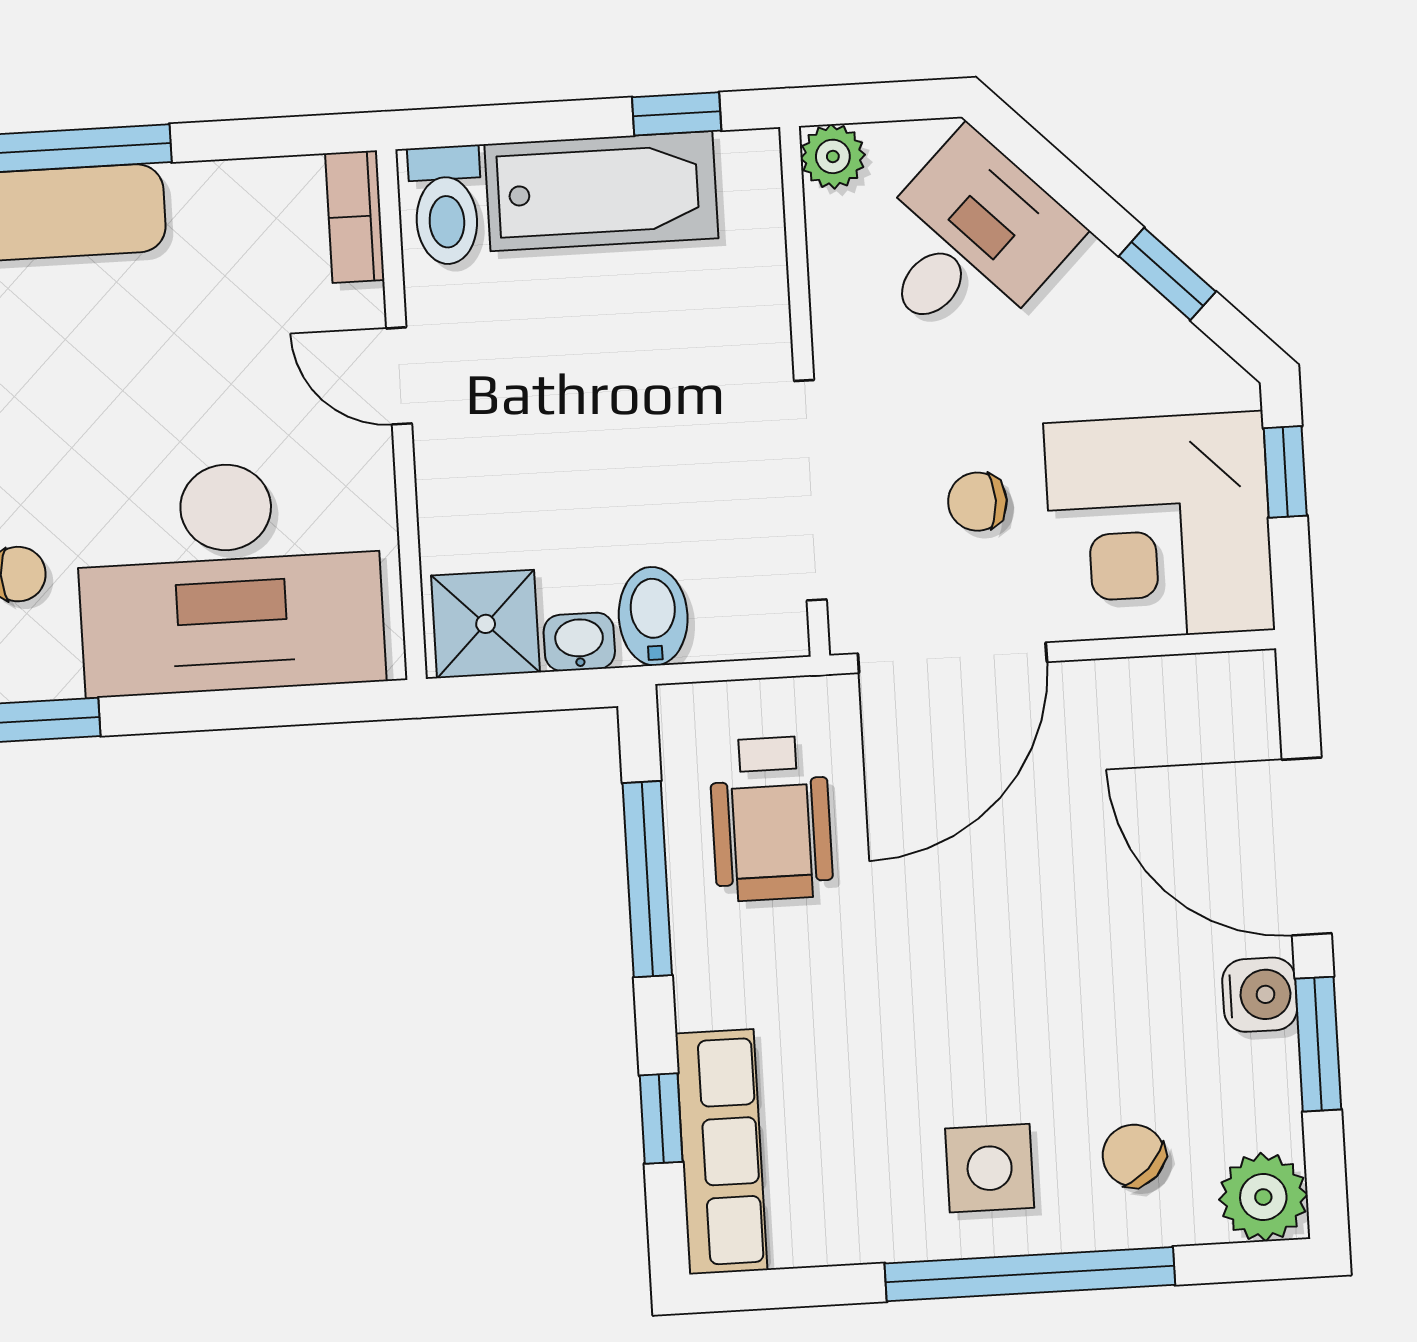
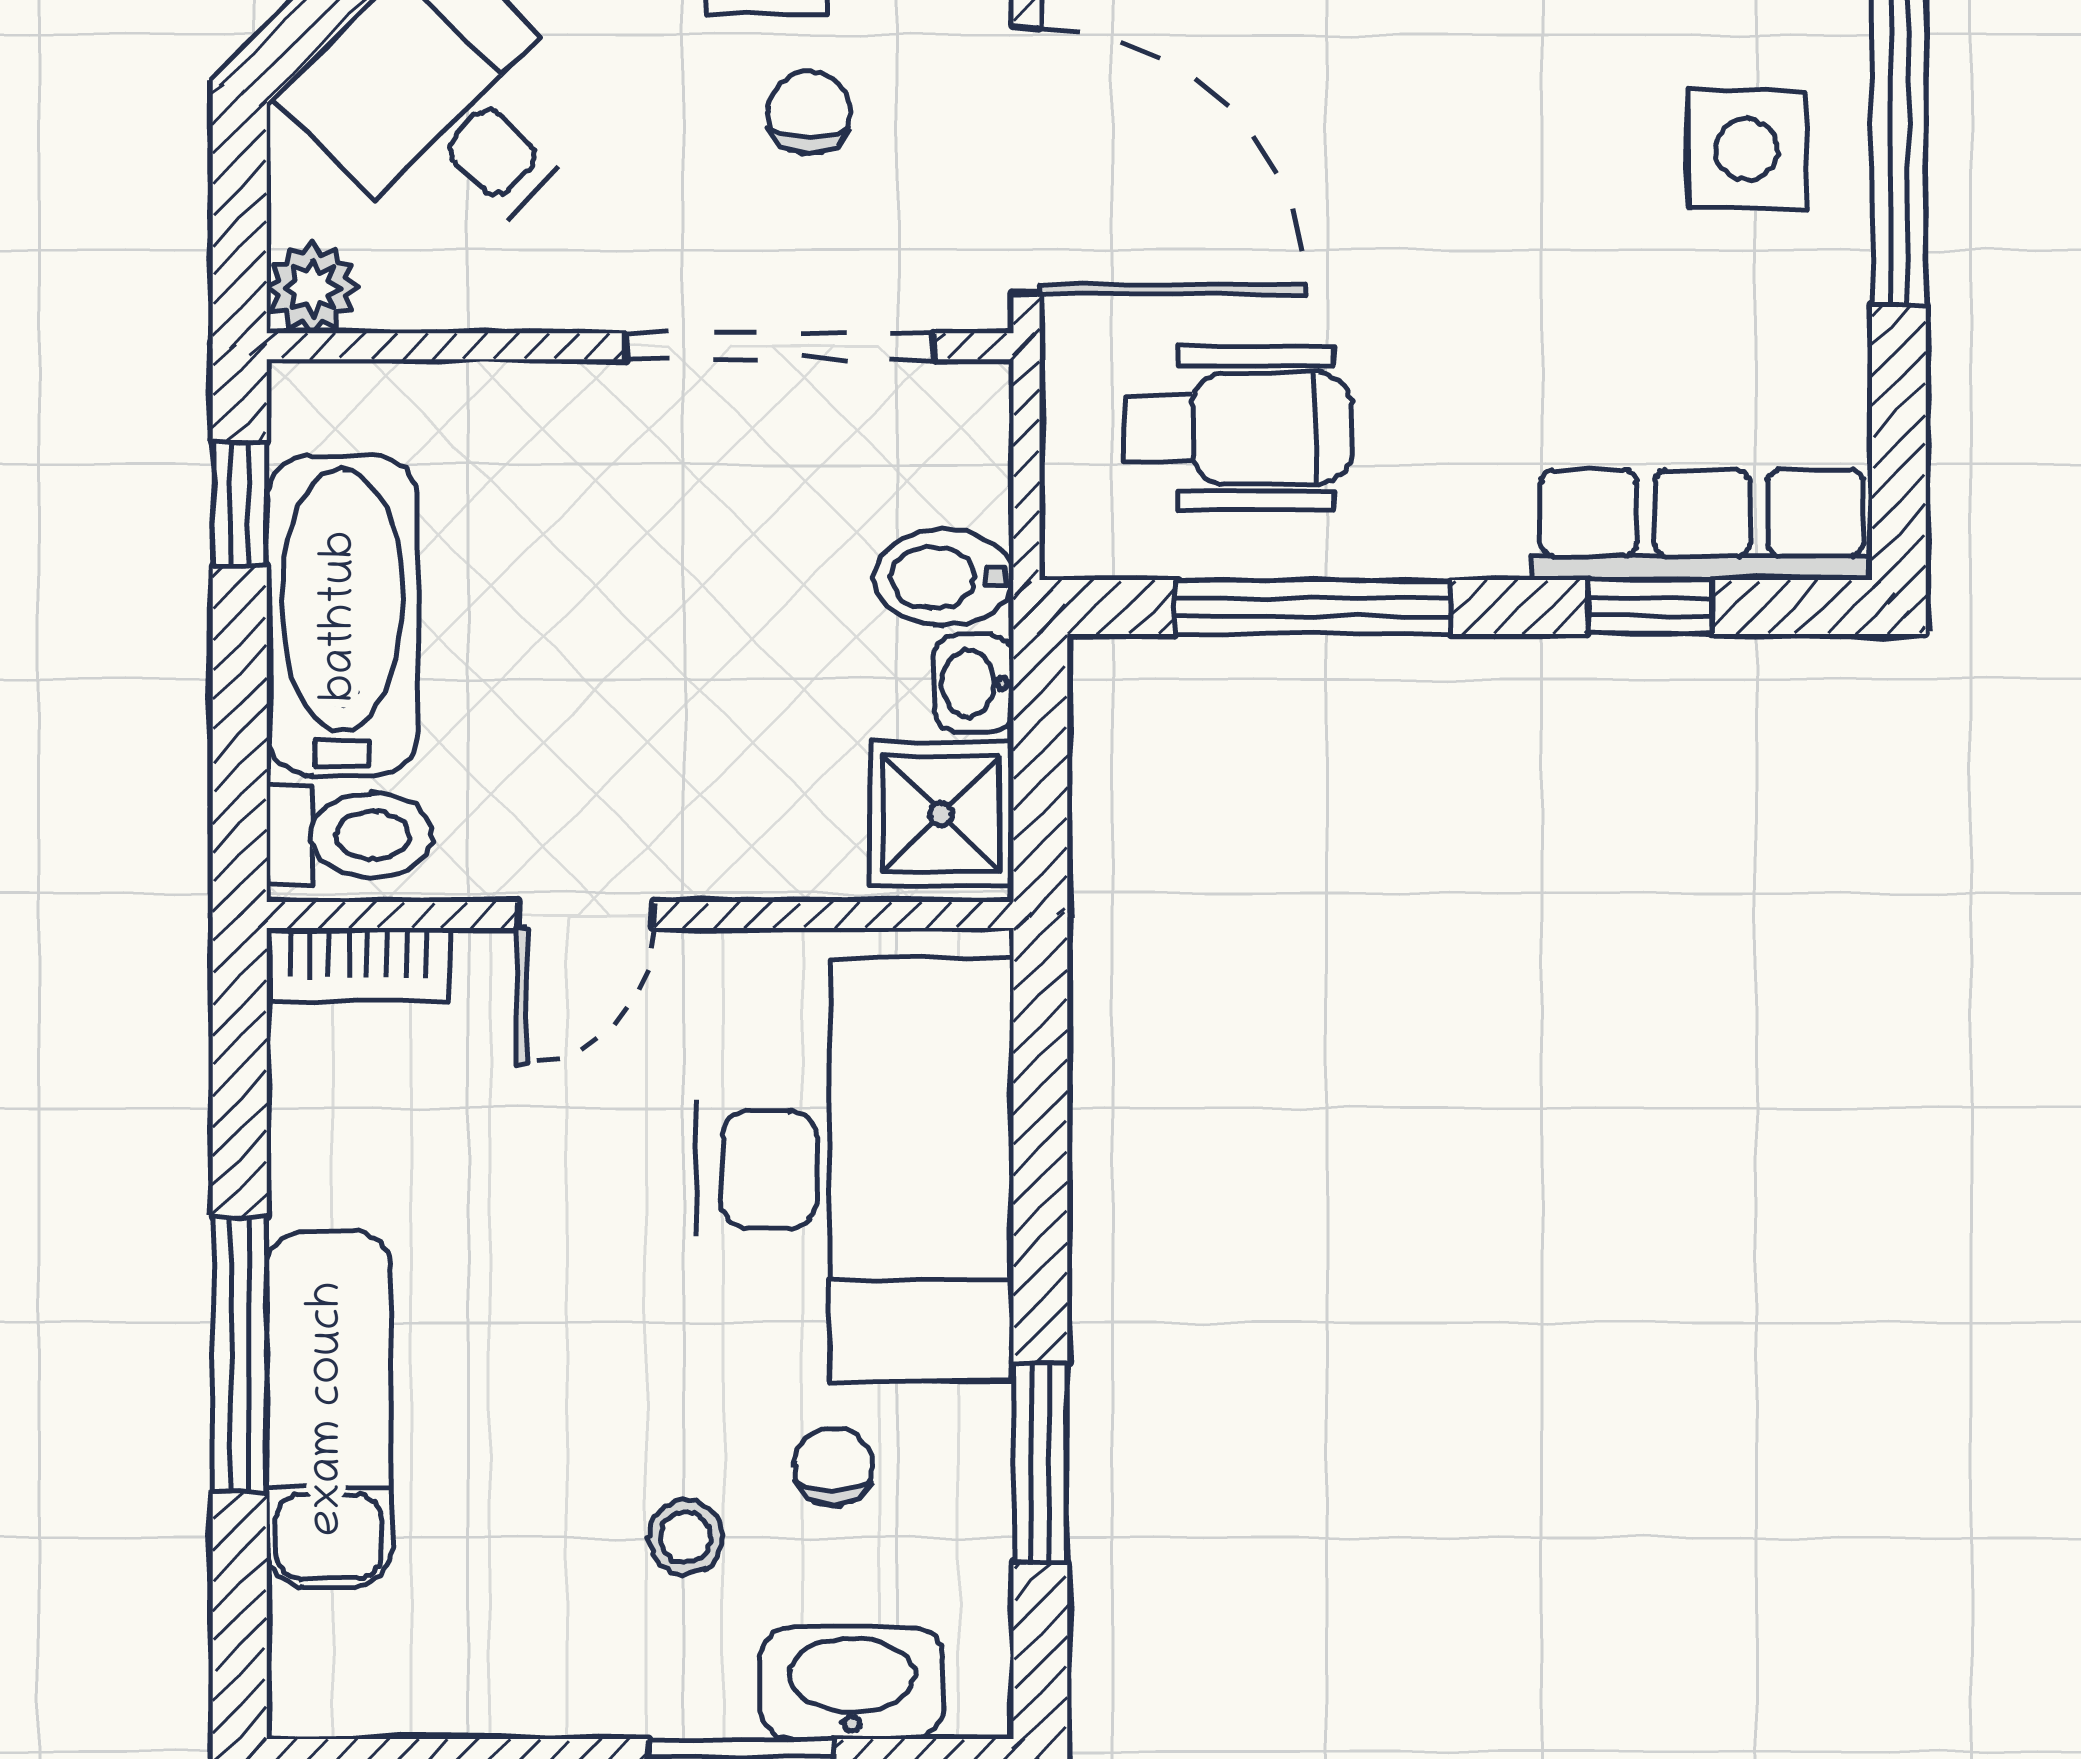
chair: (977, 502) -> (809, 113), turned 180

